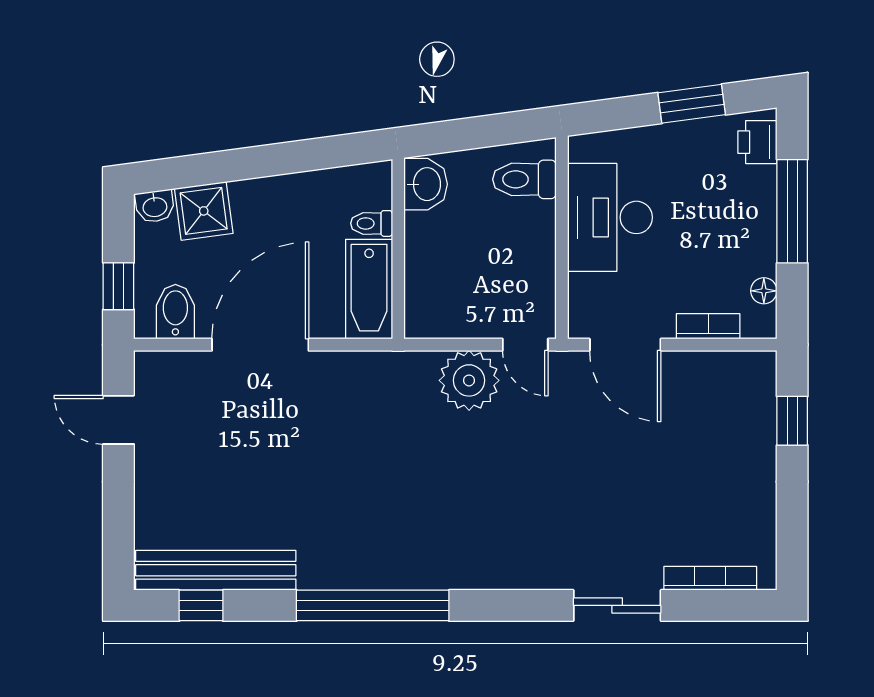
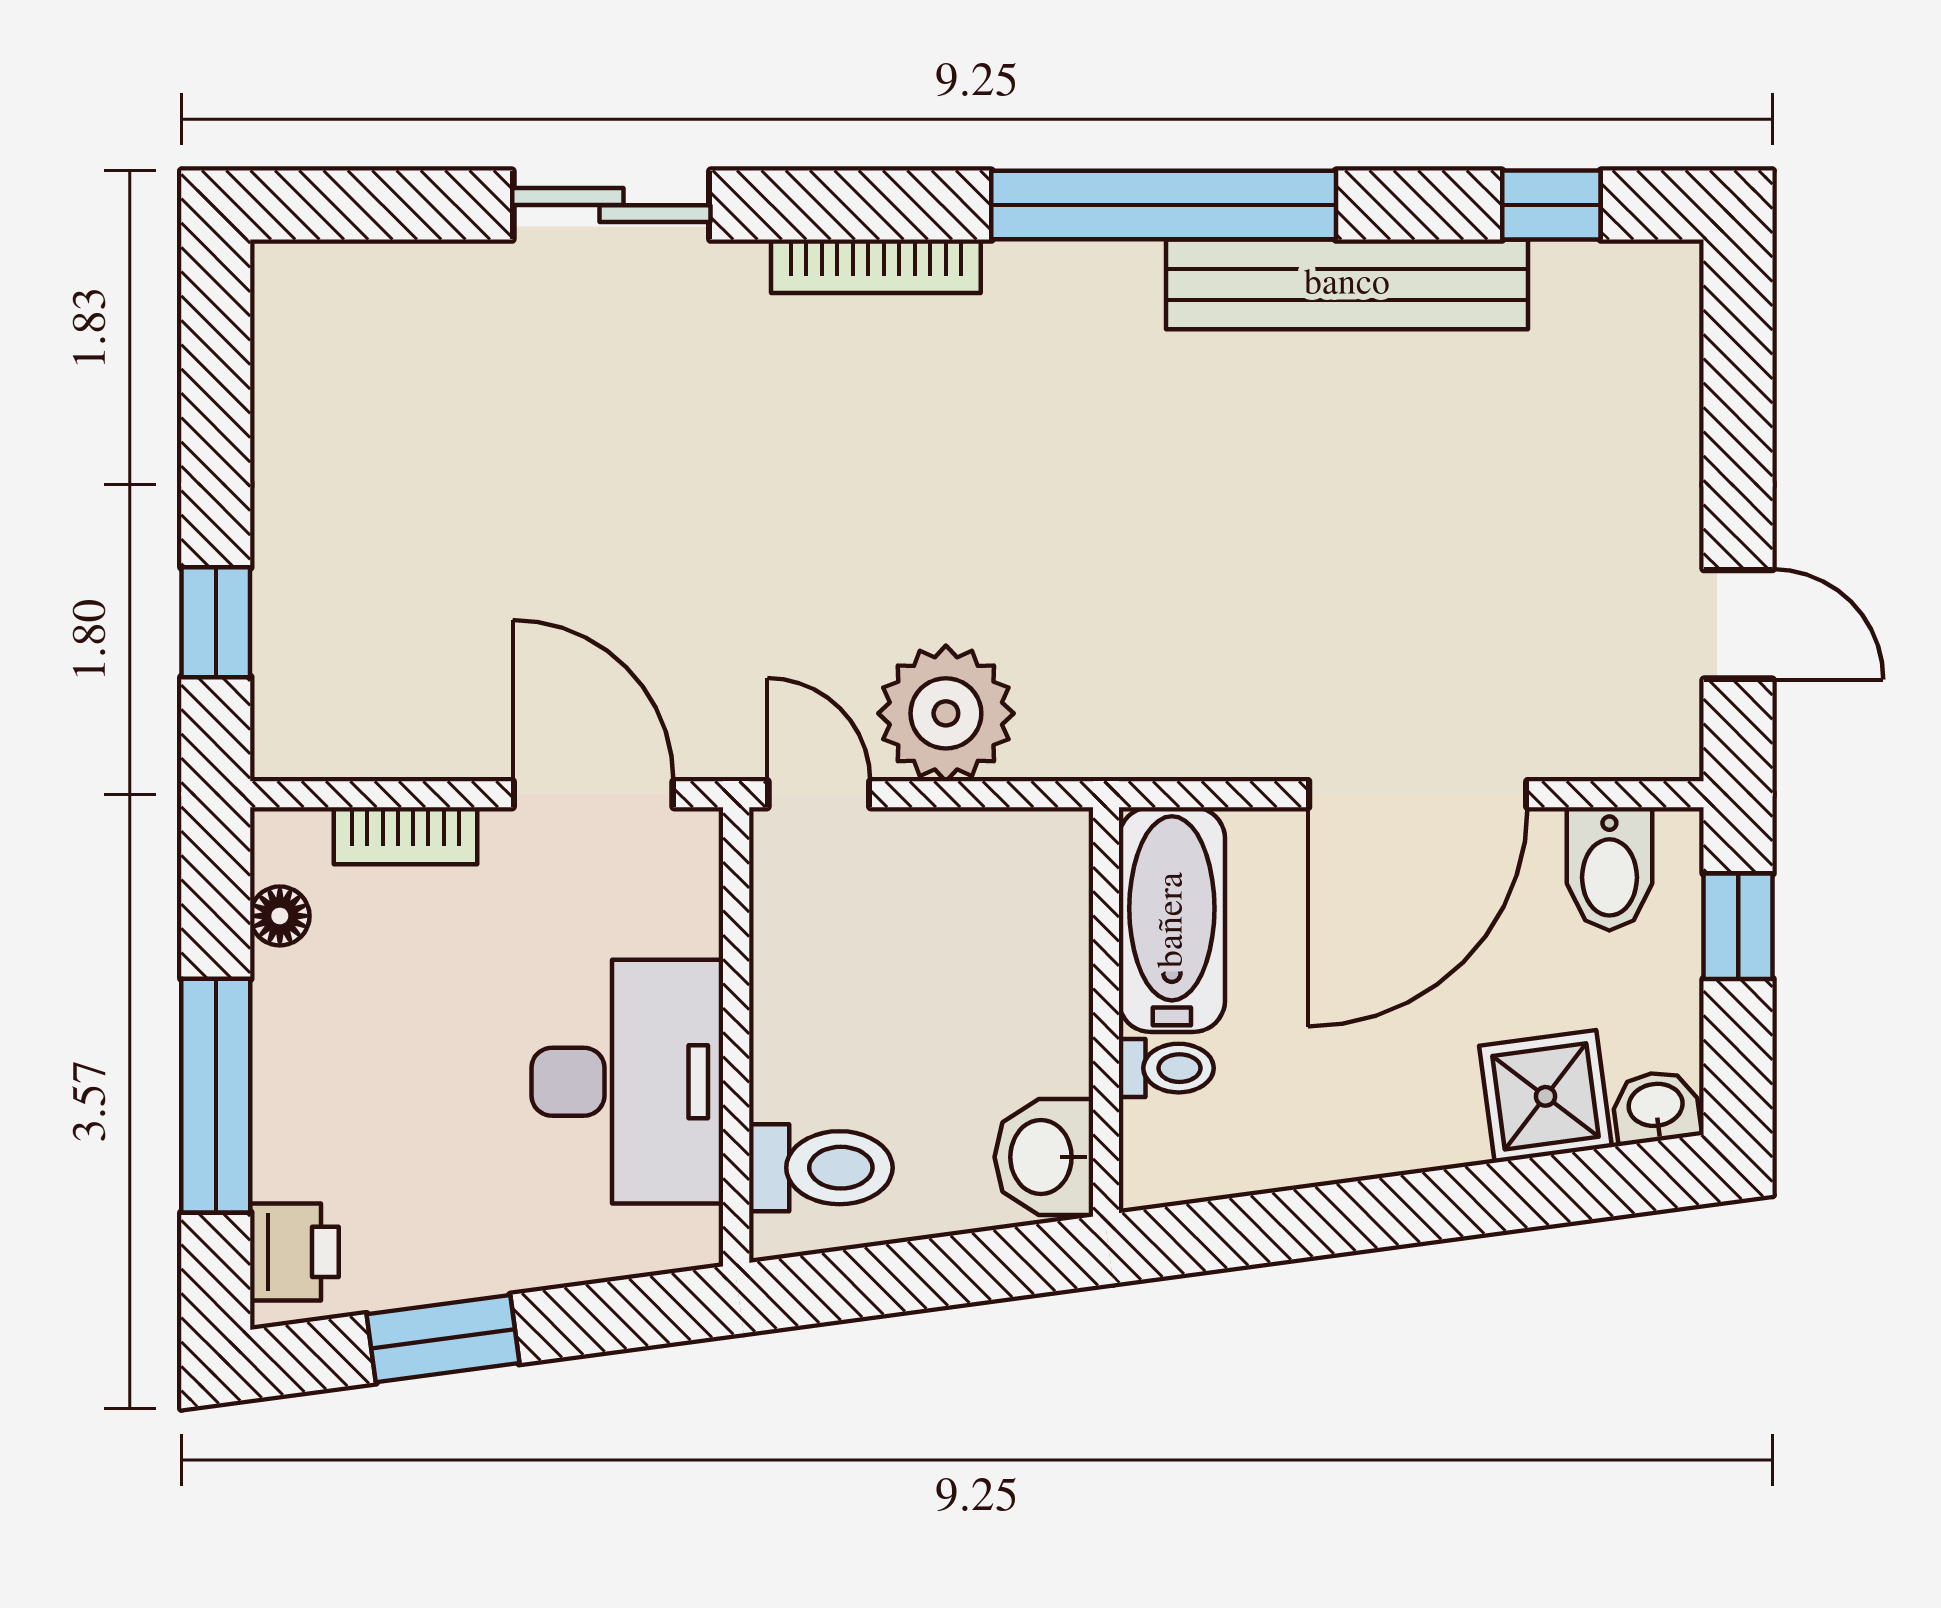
bench: (216, 570) -> (1347, 284), moved
bookcase: (710, 578) -> (876, 266), moved

